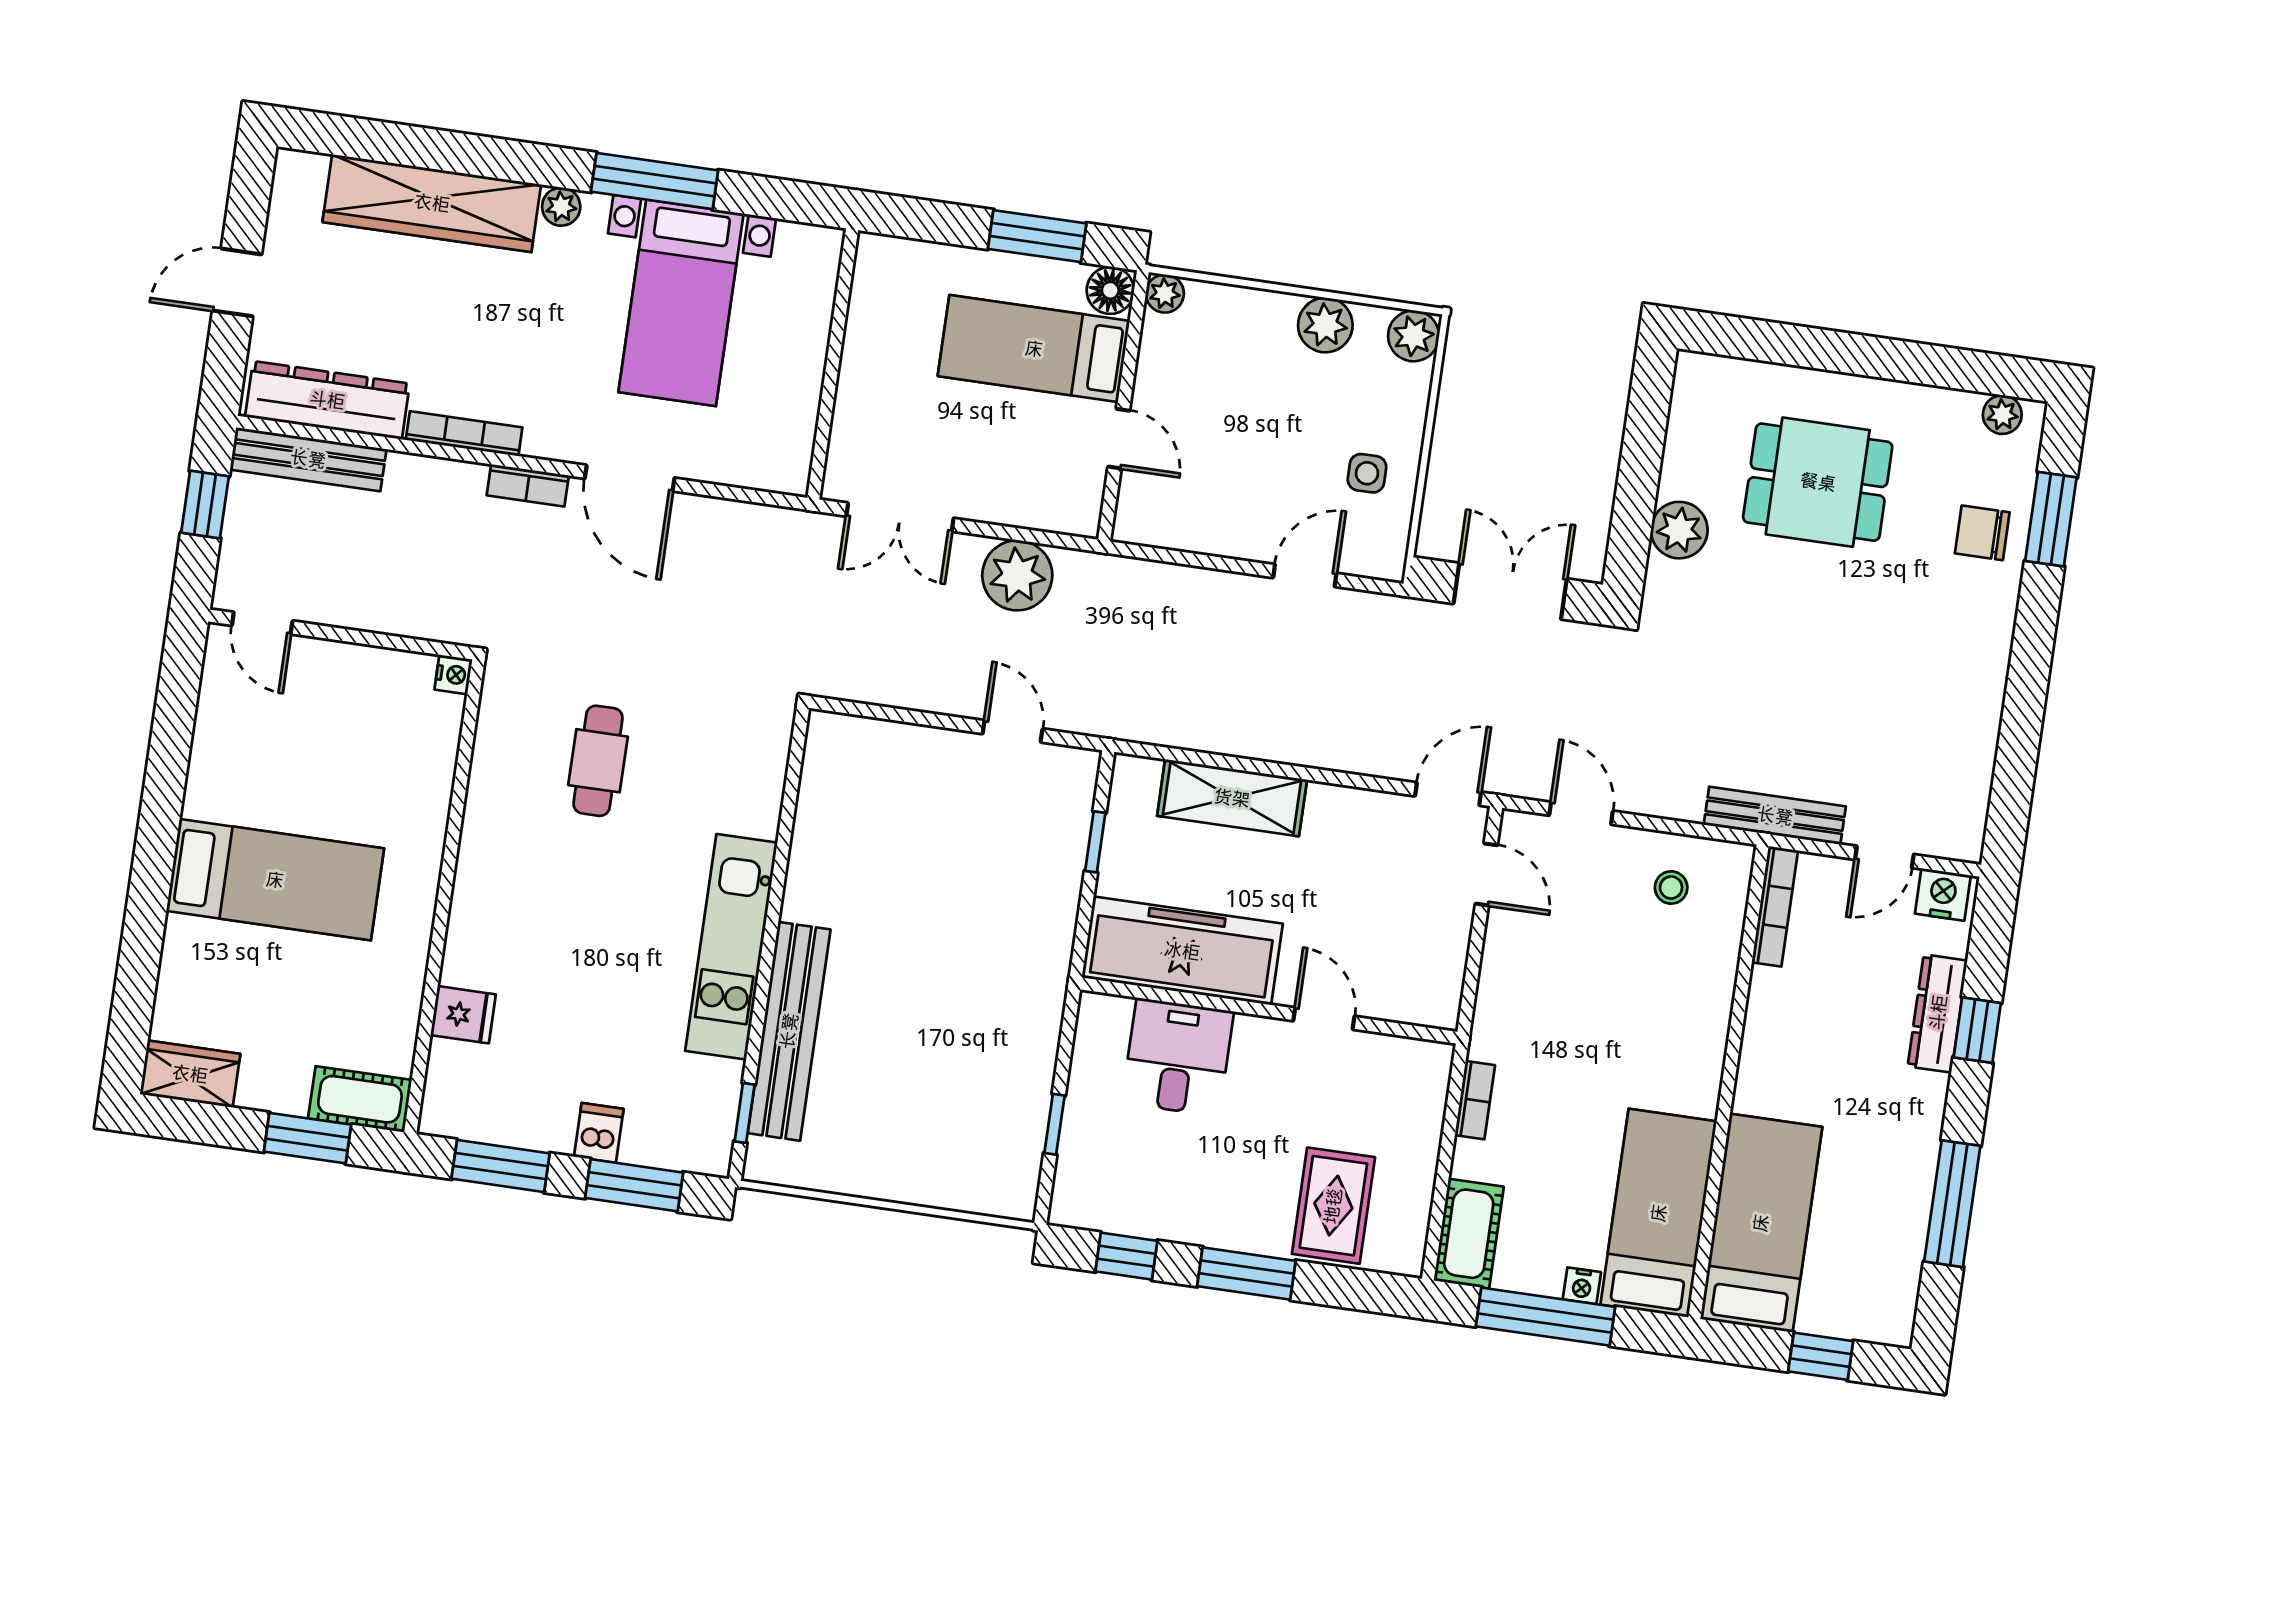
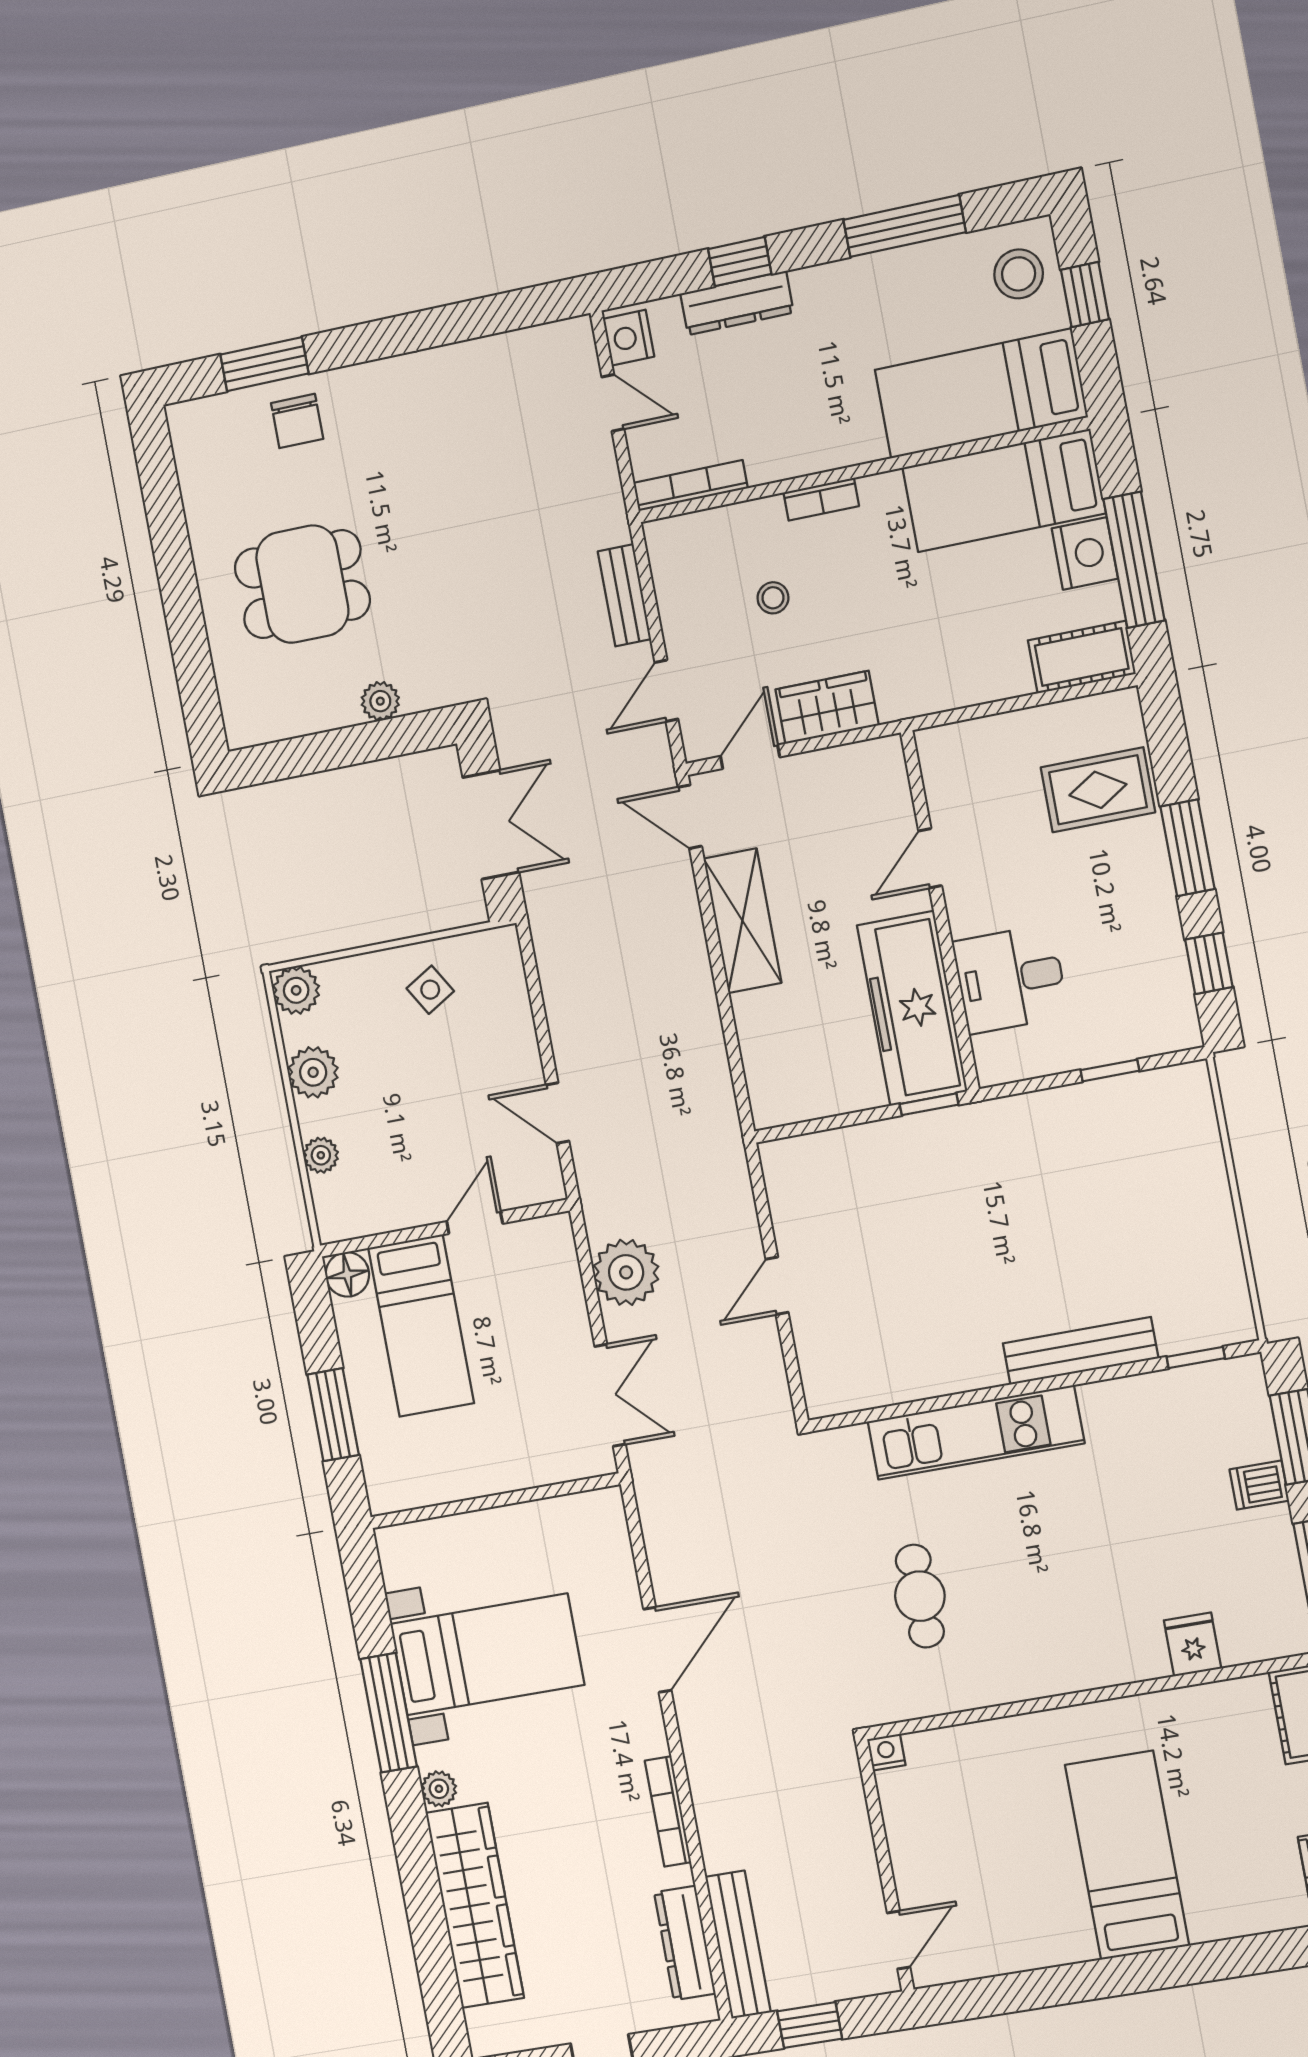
window: (1037, 236) -> (333, 1415), moved
plant: (1165, 294) -> (321, 1155), moved
dresser: (327, 400) -> (685, 1943), width x0.73, depth x0.80
plant: (2002, 415) -> (188, 441), removed
side table: (1367, 473) -> (430, 990), turned -31
dining table: (1818, 482) -> (302, 584), turned 90
bookcase: (528, 485) -> (695, 1739), removed
plant: (1679, 530) -> (380, 701), width x0.73, depth x0.73
door: (1305, 575) -> (557, 1113), moved
double door: (1510, 591) -> (491, 825), swing flipped
door: (1013, 731) -> (777, 1286), moved
cafe table: (598, 761) -> (920, 1596), turned 90
shelving: (1232, 798) -> (742, 921), moved
bench: (1775, 816) -> (624, 595), moved, width x0.73
window: (1095, 842) -> (929, 1104), moved
stool: (1671, 887) -> (773, 598), moved
kitchen unit: (731, 947) -> (976, 1432), moved
wardrobe: (1508, 967) -> (827, 707), added
bench: (789, 1031) -> (1081, 1351), width x0.73, depth x0.82
bookcase: (1475, 1100) -> (821, 499), moved, turned 180
nightstand: (1582, 1286) -> (1085, 553), width x1.89, depth x1.79
stool: (1865, 1299) -> (1019, 274), added

